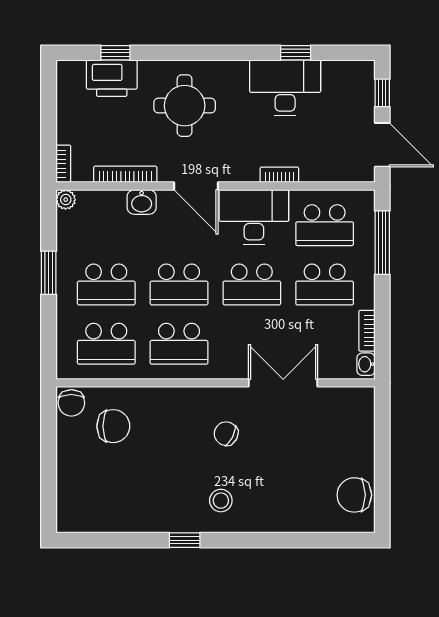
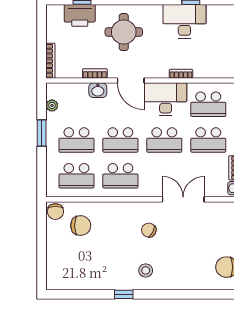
bookcase: (63, 164) -> (50, 61), width x1.56
bookcase: (125, 174) -> (95, 74), width x0.64
plant: (66, 200) -> (52, 105), moved

